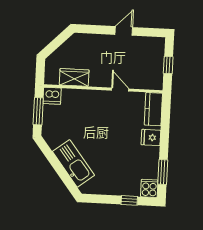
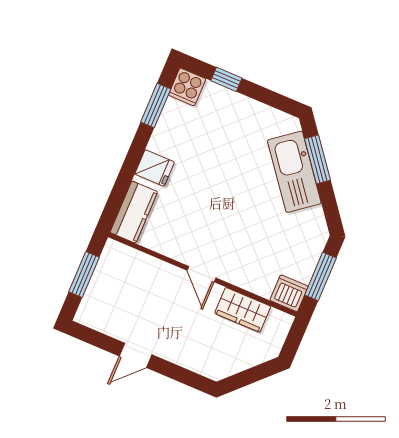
window: (168, 65) -> (84, 274), width x1.50
door: (120, 90) -> (202, 274), moved
window: (63, 175) -> (317, 159), added

